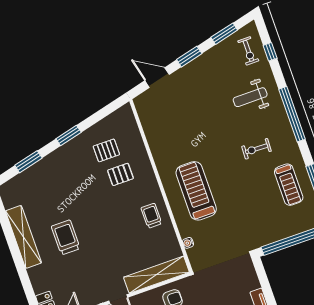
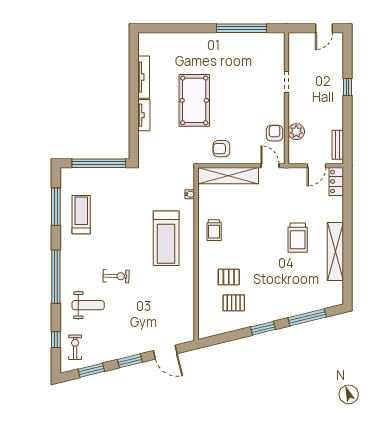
exercise bike: (257, 149) -> (116, 276), moved
window: (28, 162) -> (307, 317), width x1.44

